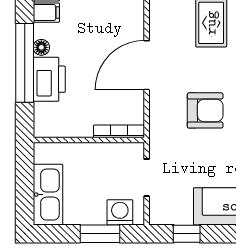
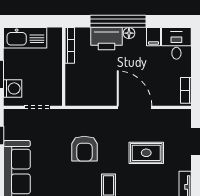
door: (147, 65) -> (134, 107), moved
bookcase: (119, 131) -> (70, 45), moved

